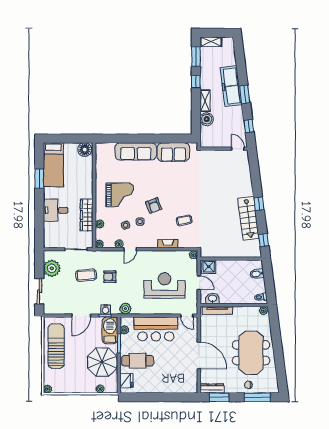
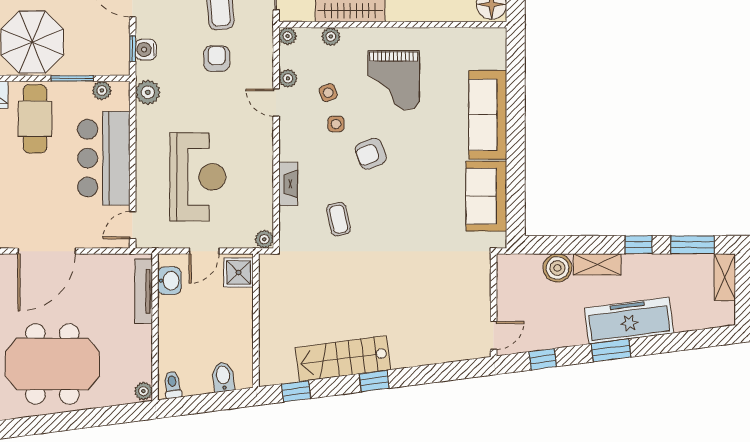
barbecue: (110, 330) -> (101, 59), removed

